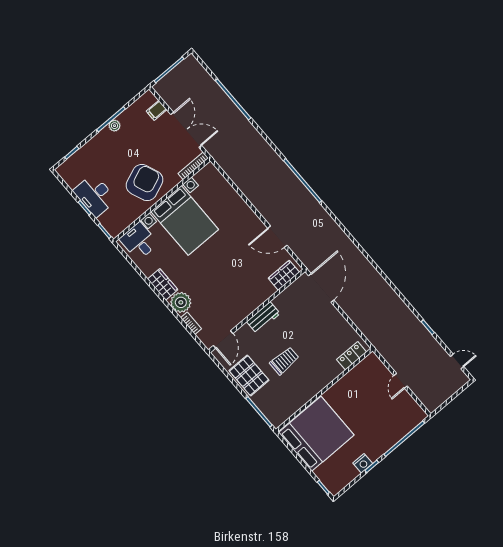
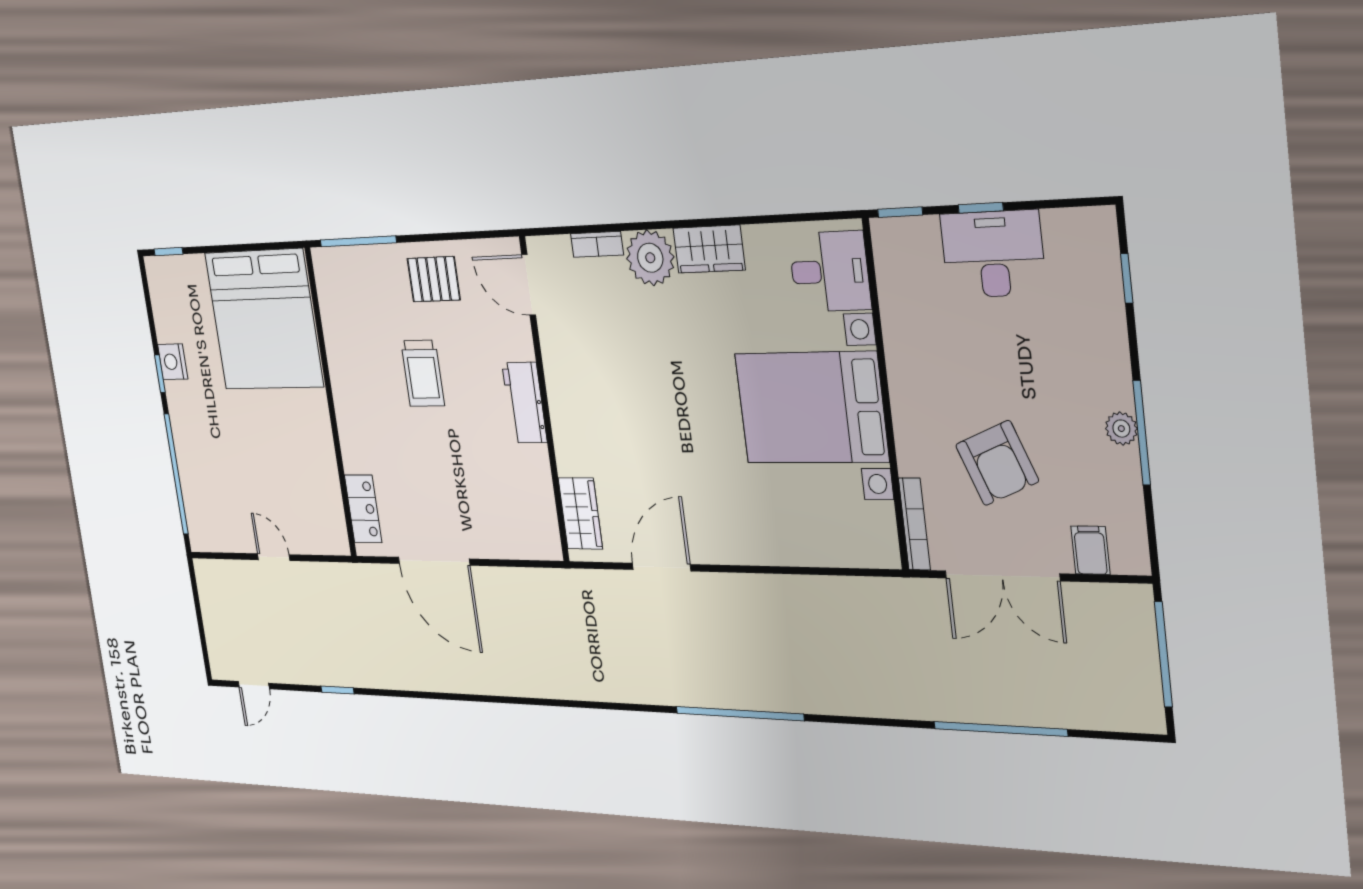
armchair: (145, 183) -> (997, 463), moved, width x0.73, depth x0.73
door: (321, 288) -> (434, 561), moved
pallet: (249, 375) -> (434, 279), width x0.67, depth x0.71

